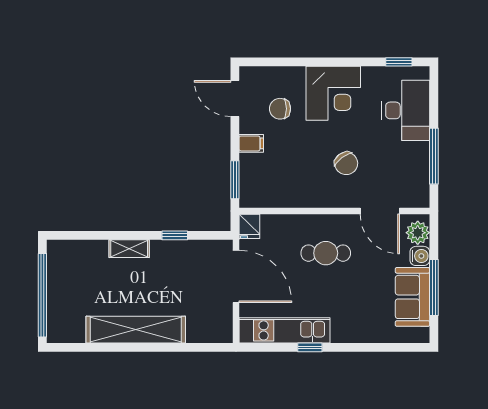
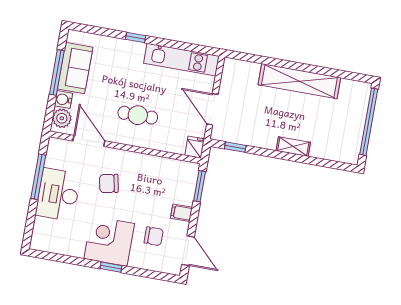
window: (399, 62) -> (111, 267), moved
desk: (406, 110) -> (58, 195), moved
chair: (346, 163) -> (109, 183), turned -64
window: (175, 235) -> (235, 147), moved
door: (236, 276) -> (212, 109), width x0.73
window: (310, 347) -> (136, 37), moved

